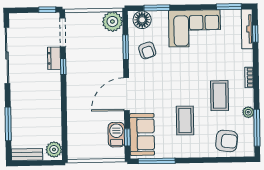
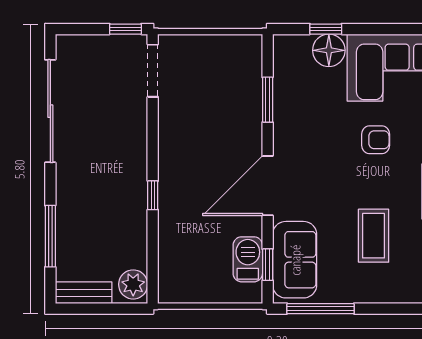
window: (157, 8) -> (326, 29), width x0.67
floor lamp: (142, 20) -> (329, 50), moved
plant: (112, 22) -> (244, 52), removed
armchair: (147, 50) -> (376, 140), moved, turned -72
dresser: (54, 58) -> (136, 118), removed
window: (63, 66) -> (153, 195), moved

